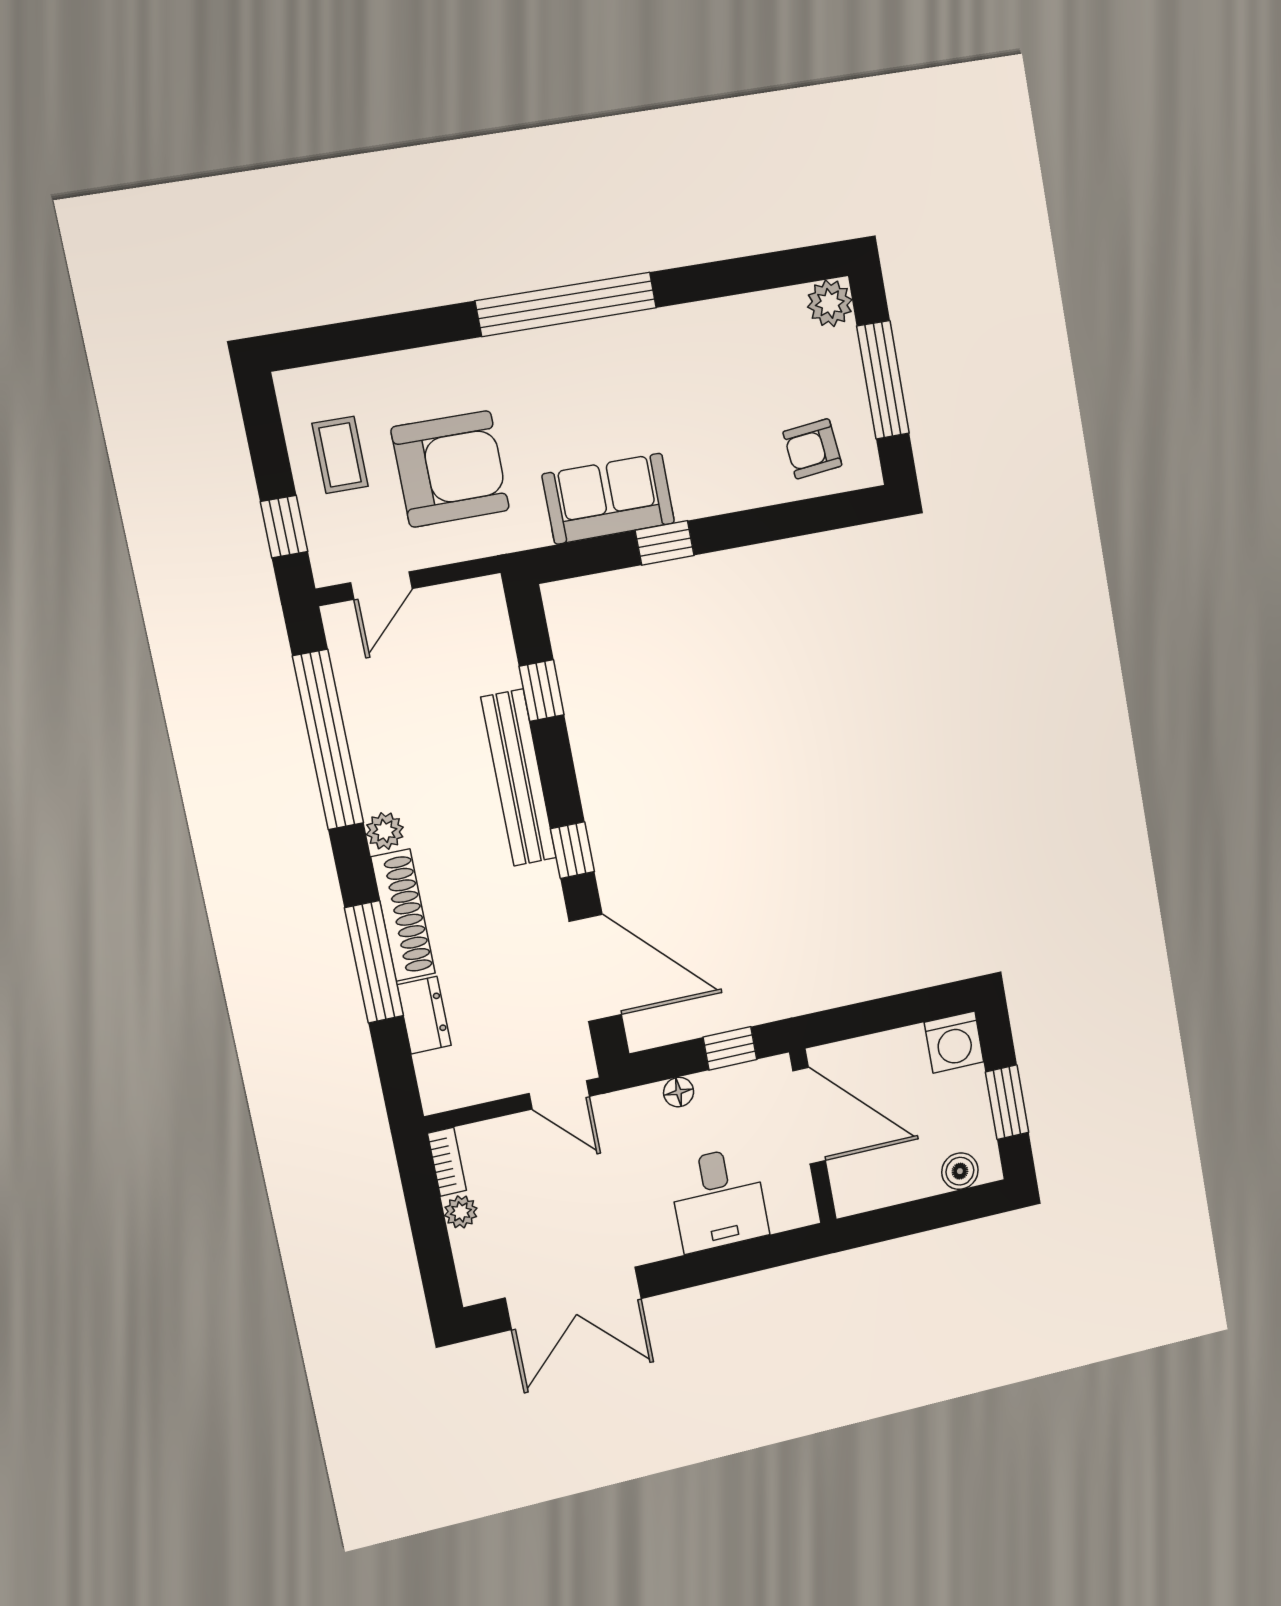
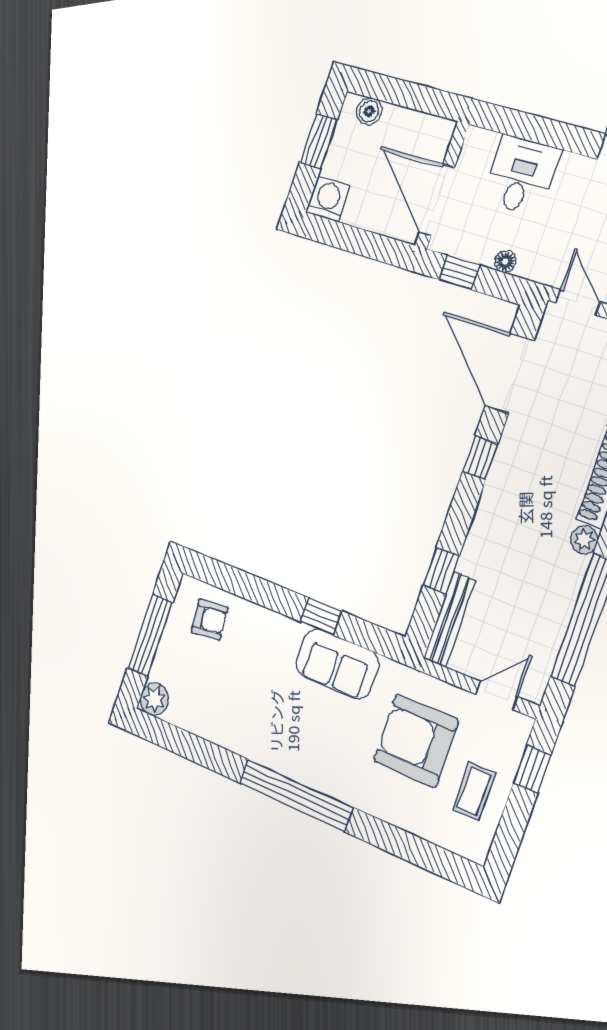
bench: (519, 778) -> (450, 619), moved, width x0.73, depth x0.82

